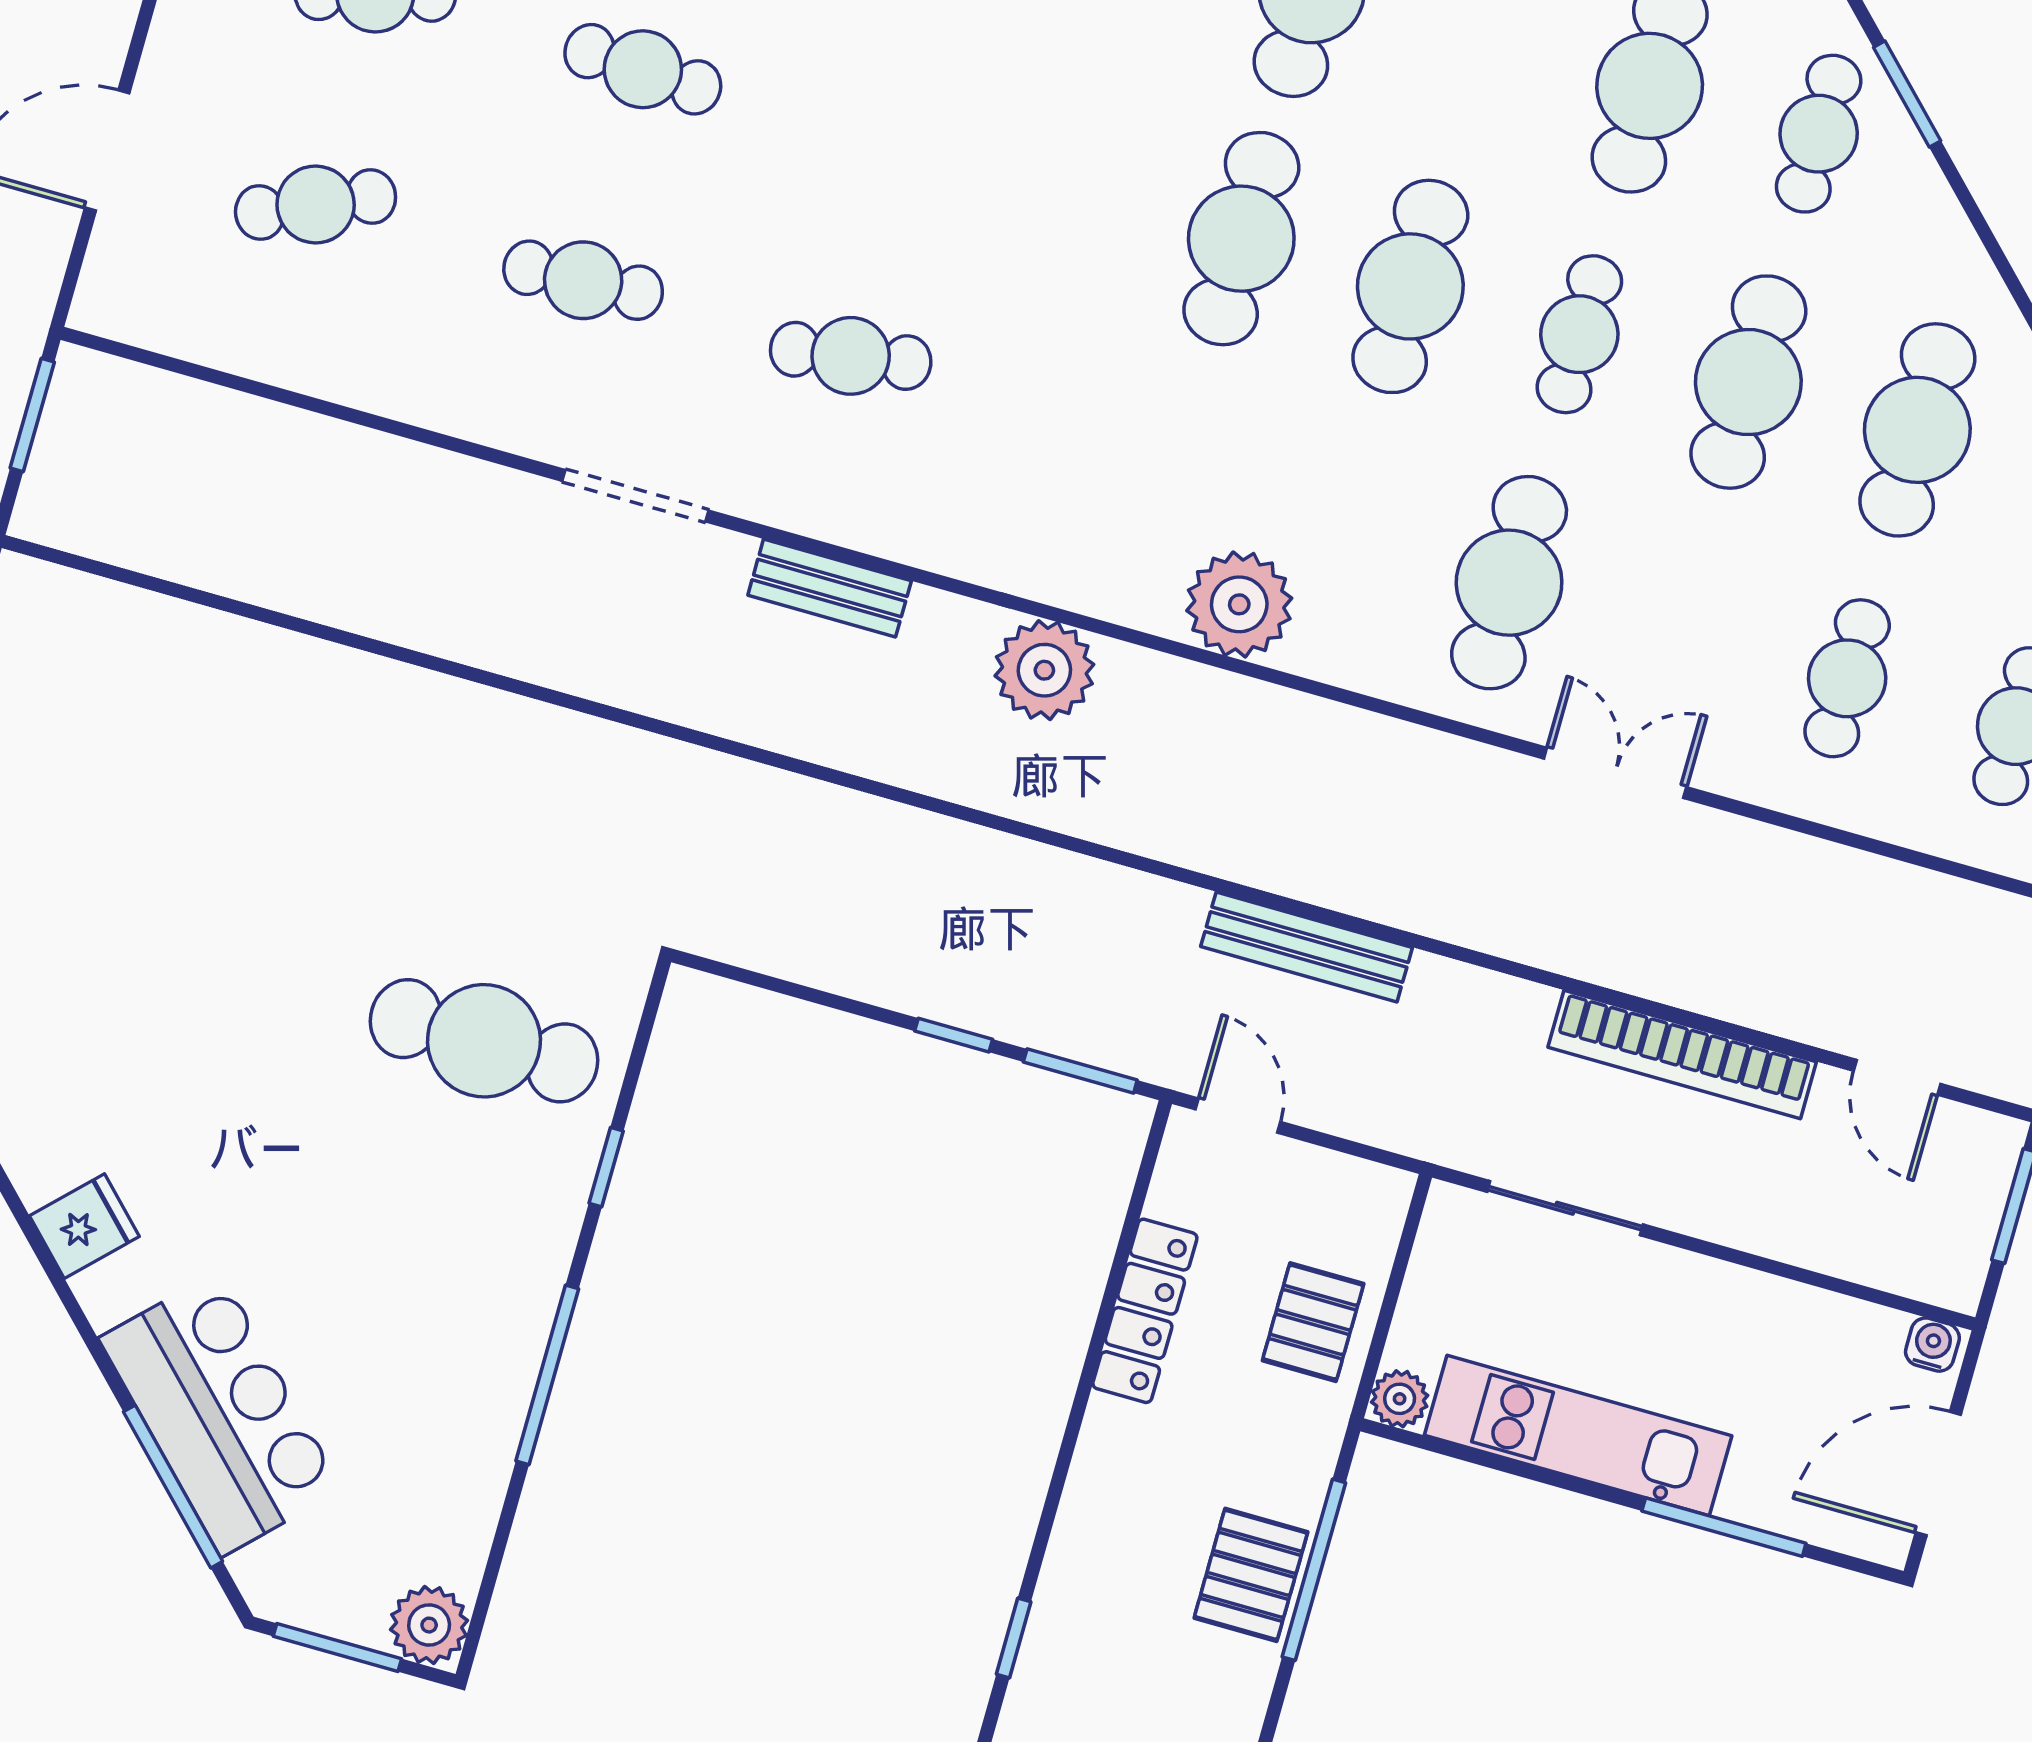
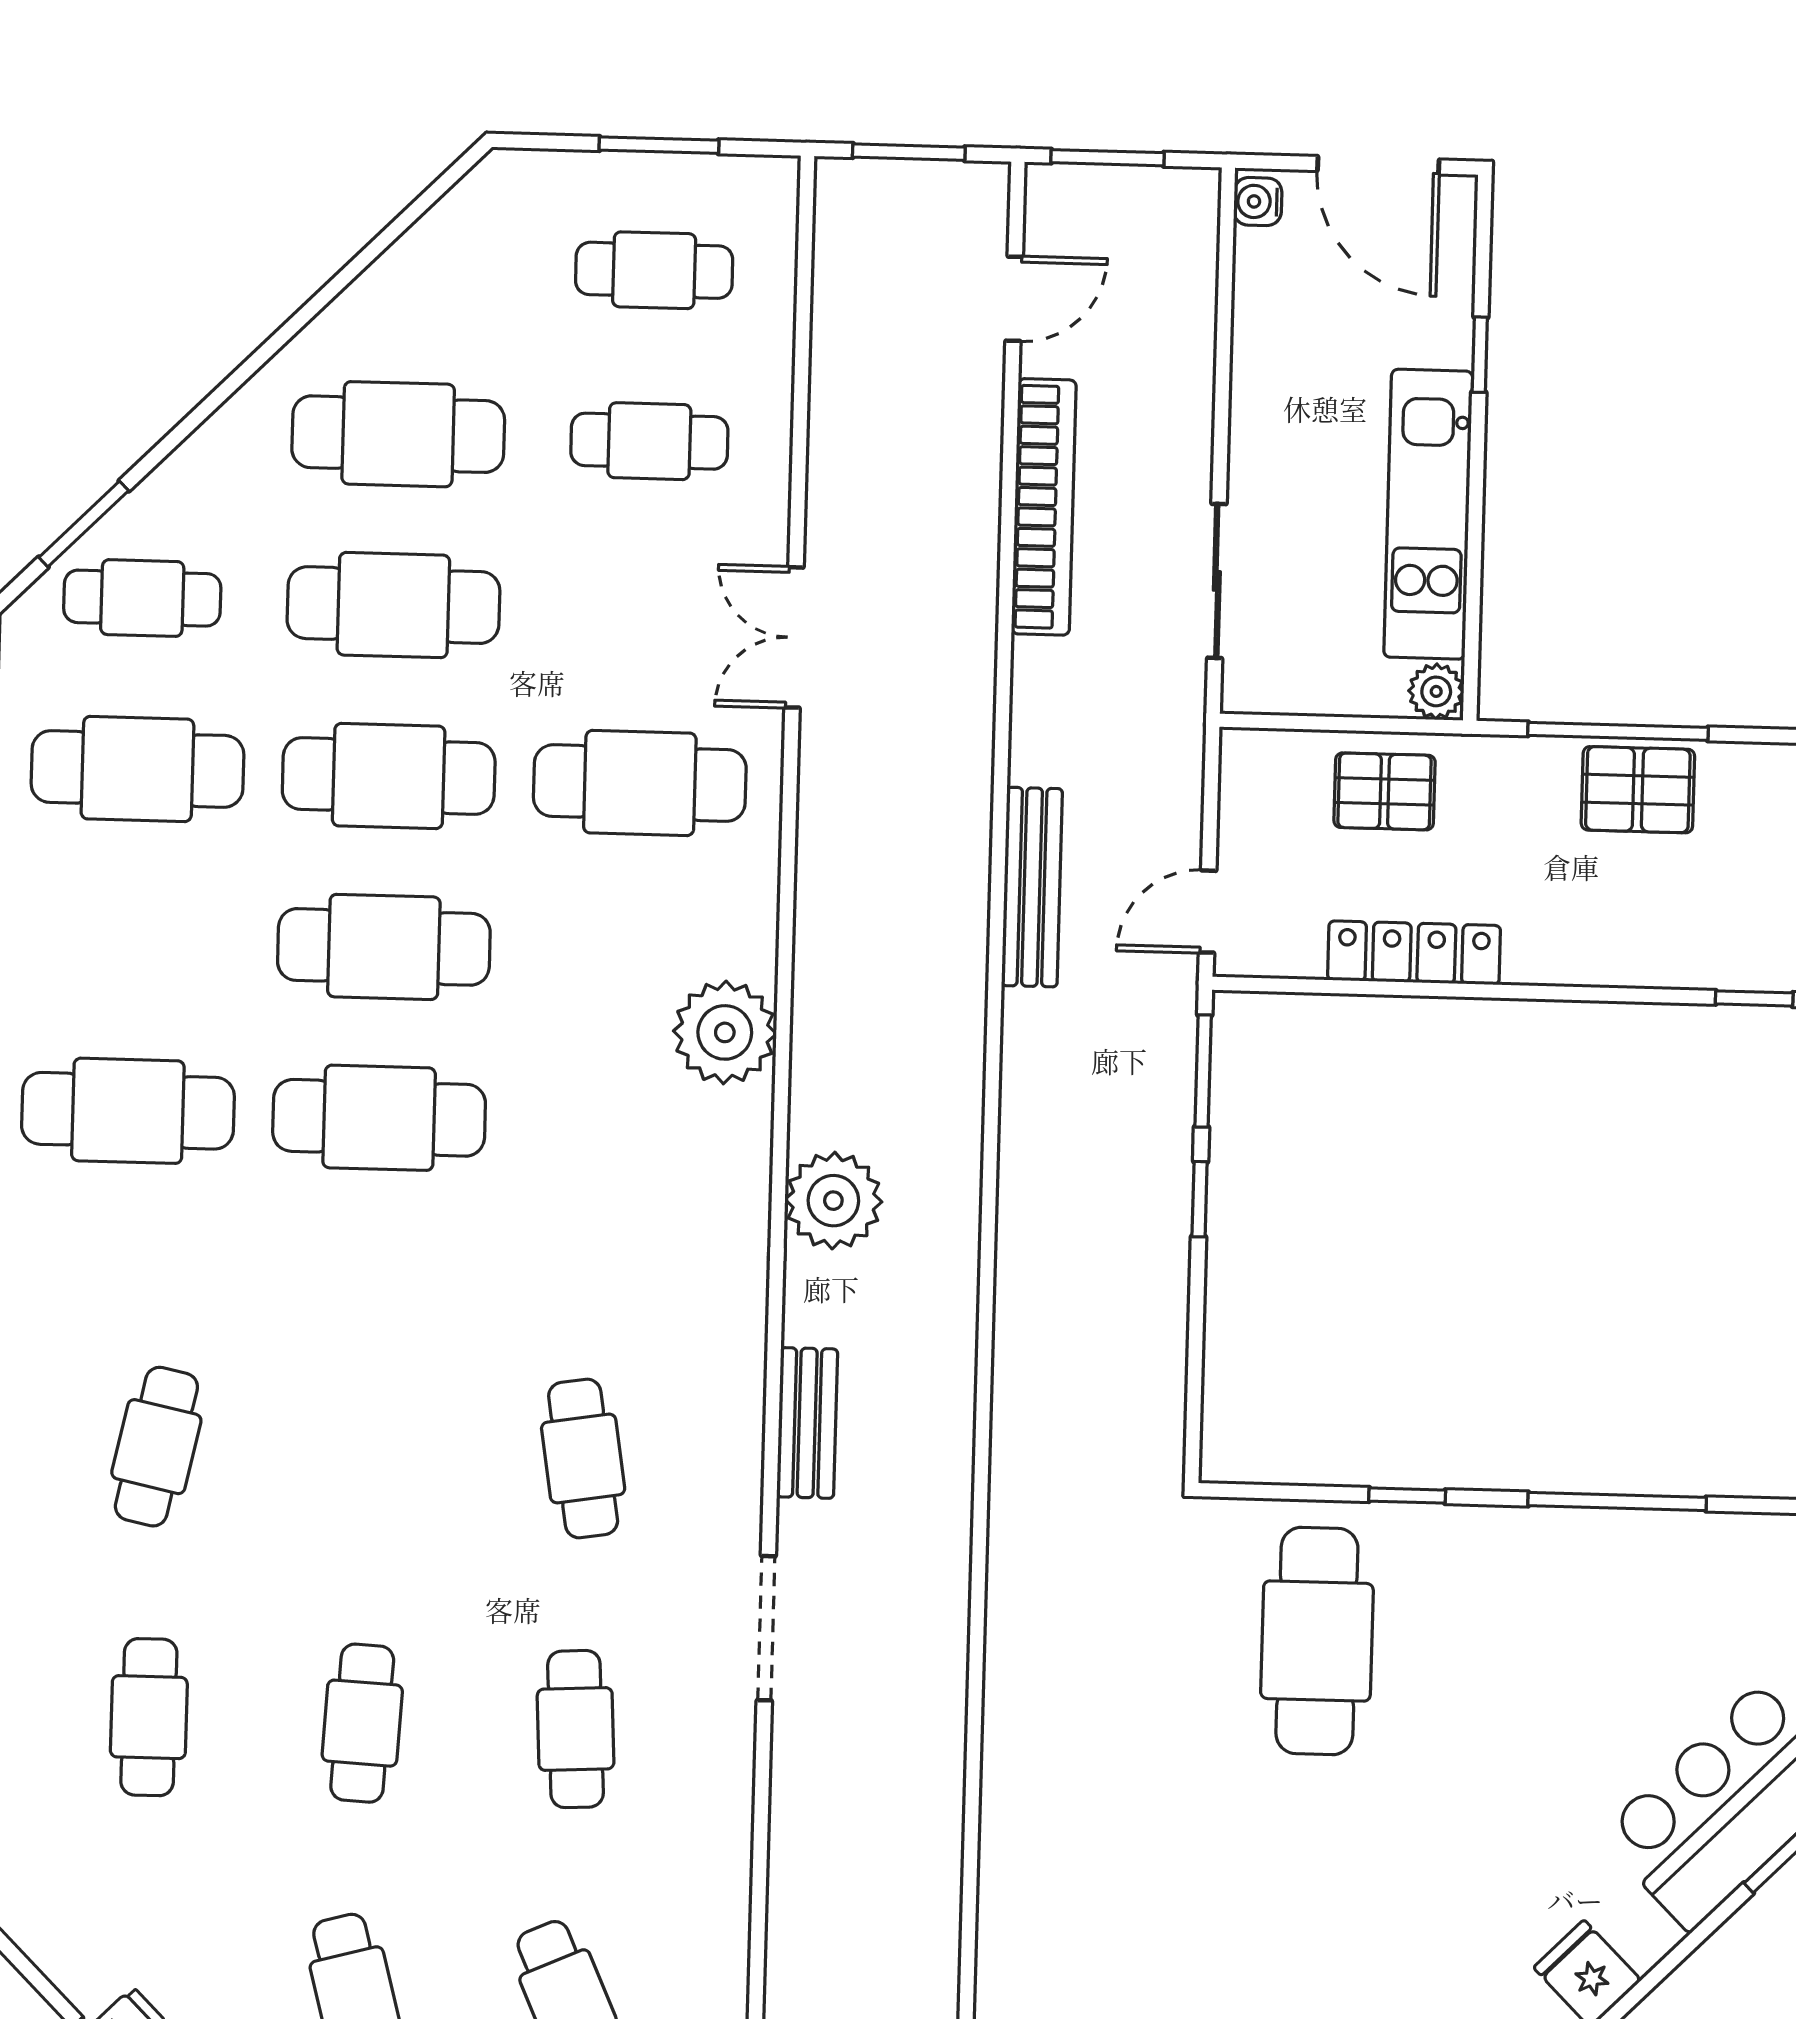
cafe table: (1579, 334) -> (389, 776), width x1.37, depth x1.35
window: (1724, 1527) -> (1480, 355), width x0.46

